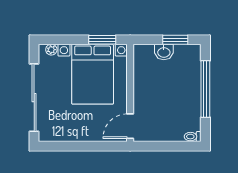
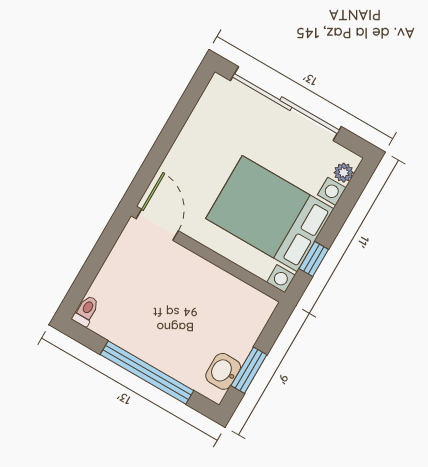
window: (102, 40) -> (314, 259), width x0.67
washbasin: (164, 52) -> (223, 371), moved

